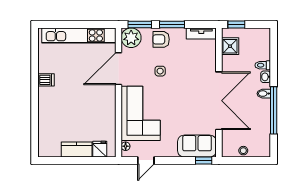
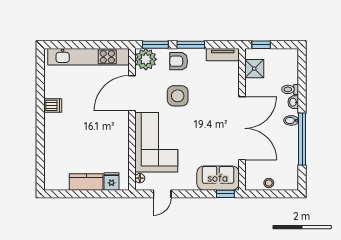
side table: (160, 71) -> (178, 96), width x1.87, depth x1.87

